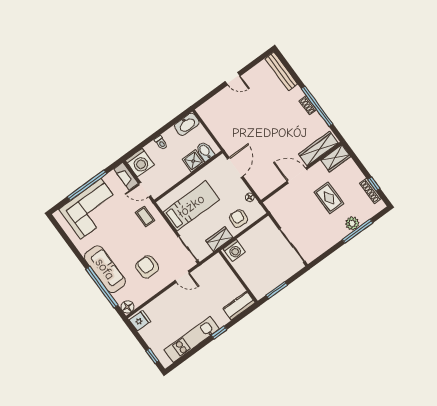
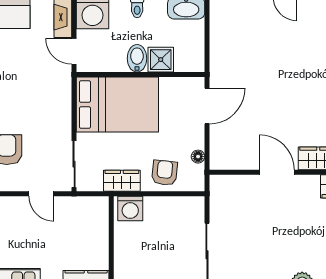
bidet: (205, 151) -> (137, 58), moved
rug: (329, 198) -> (296, 229), removed
bed: (191, 206) -> (117, 105), width x1.50
coffee table: (145, 216) -> (50, 85), removed

